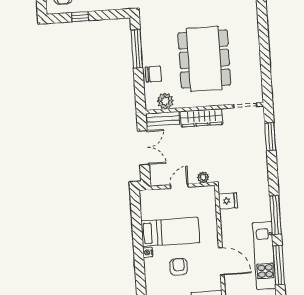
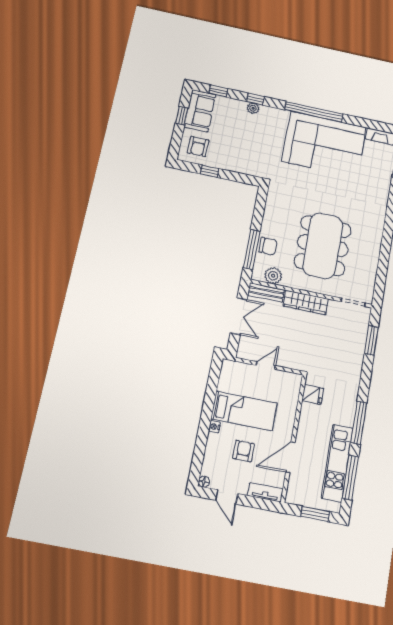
window: (137, 49) -> (252, 249), moved
plant: (203, 177) -> (293, 363), removed
door: (221, 261) -> (290, 457), swing flipped

